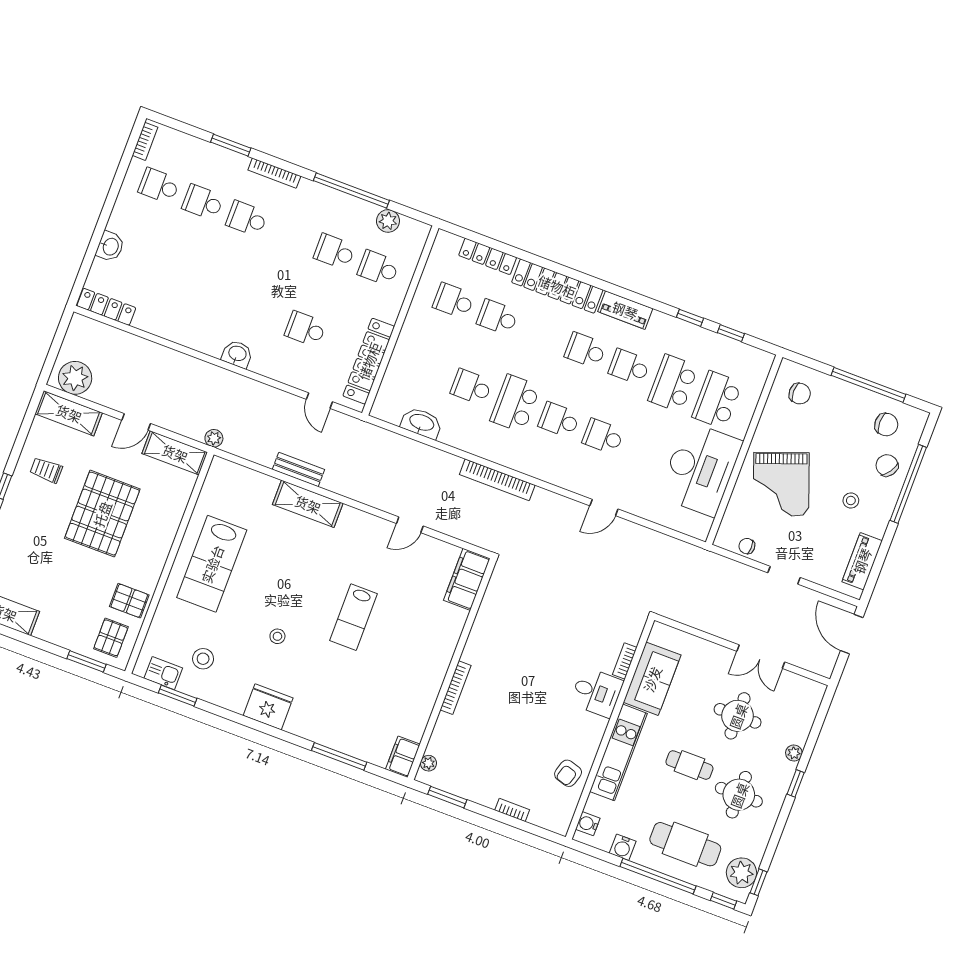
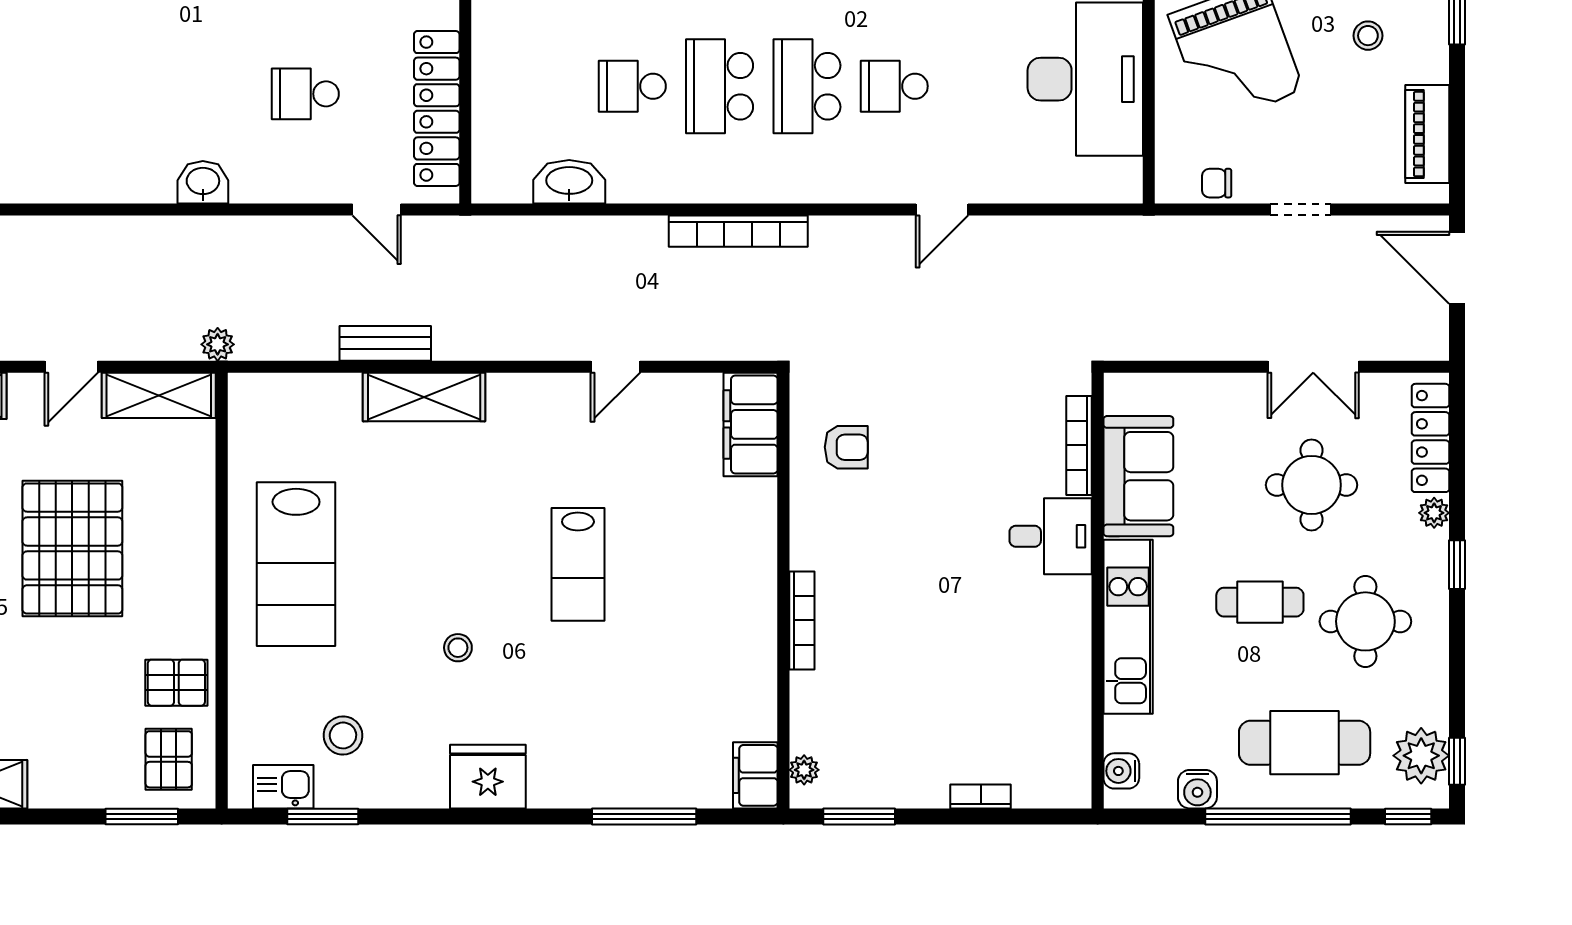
school desk: (559, 420) -> (807, 86), width x1.85
bookcase: (625, 661) -> (1079, 445), width x1.56
locker: (806, 715) -> (1430, 438), added
armchair: (568, 773) -> (846, 447), moved, turned -107

